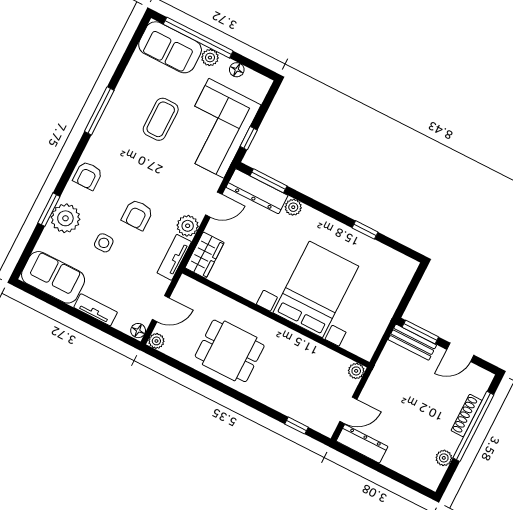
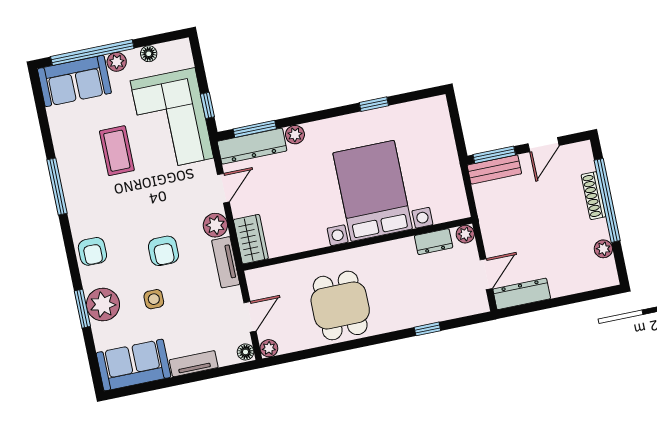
dining table: (230, 351) -> (340, 305), turned 90
dresser: (330, 358) -> (434, 242), added
window: (296, 426) -> (427, 329), moved

